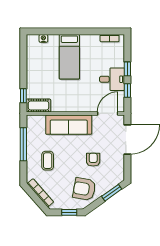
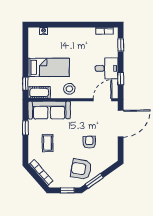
bed: (69, 57) -> (49, 67), moved, turned -90
window: (127, 69) -> (121, 45), moved
stool: (71, 102) -> (69, 89), added
sofa: (69, 125) -> (49, 110), moved
window: (23, 144) -> (25, 128), width x0.46
window: (112, 193) -> (94, 181), moved

